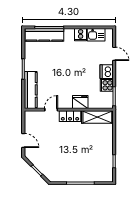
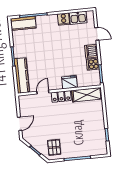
kitchen counter: (44, 35) -> (23, 23), width x0.67
door: (23, 141) -> (20, 124), hinge flipped
pallet: (57, 169) -> (54, 147), added

